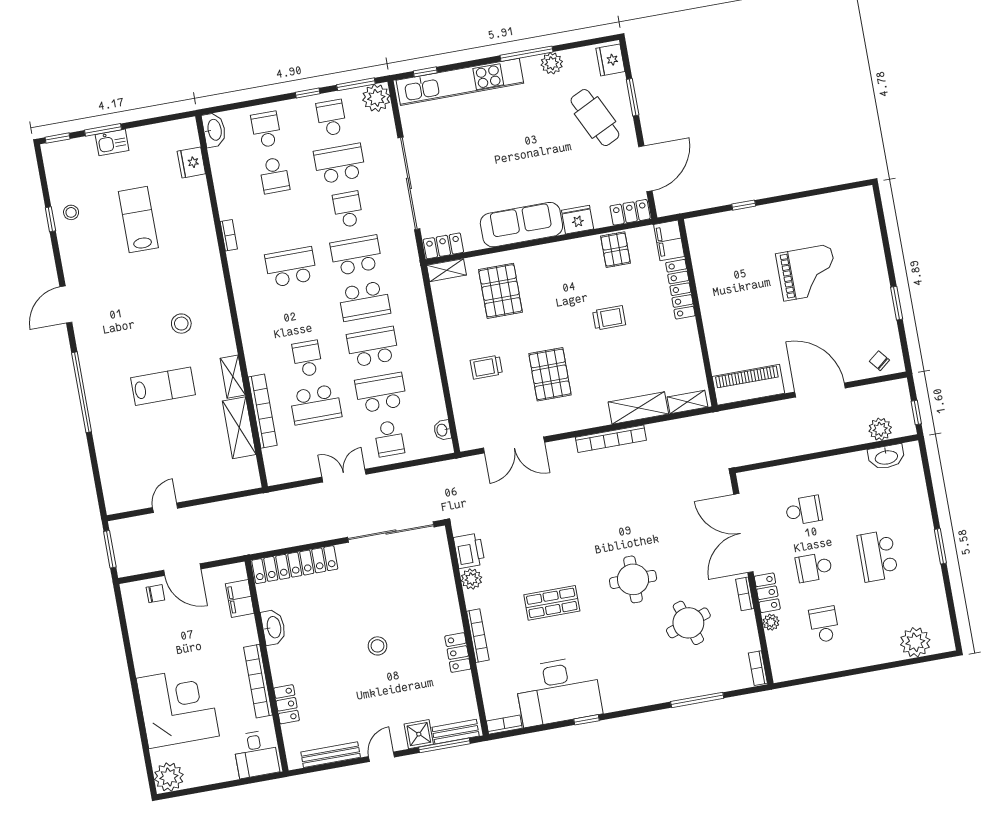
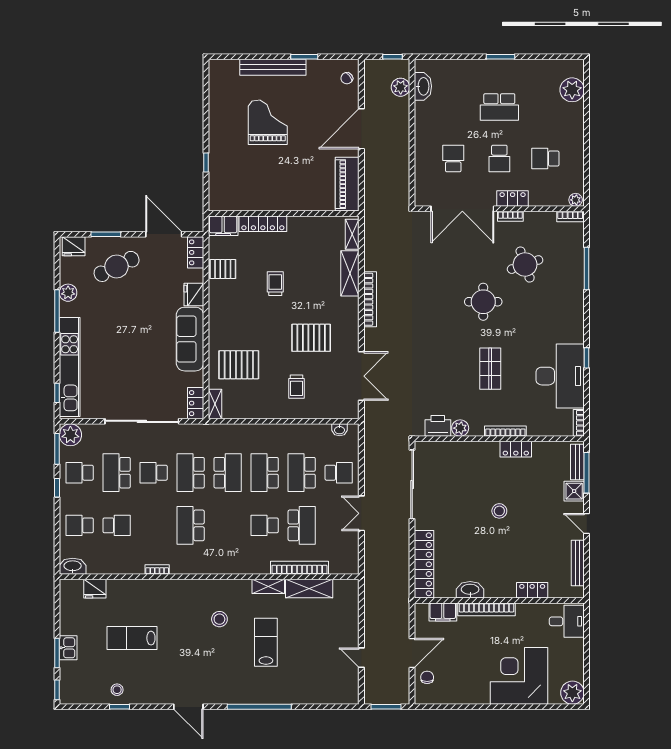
bench: (877, 267) -> (273, 67), added
plant: (771, 622) -> (576, 200), moved
bookcase: (258, 681) -> (486, 609), moved

